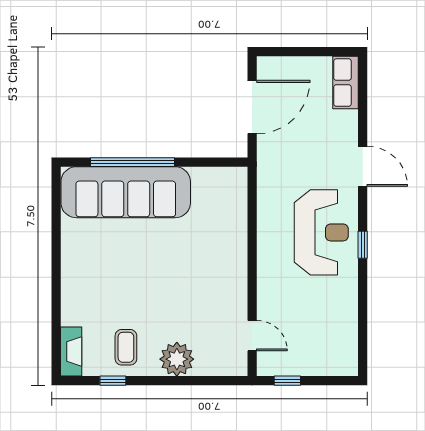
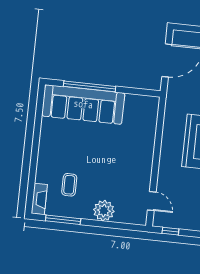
coffee table: (126, 347) -> (69, 185), moved
window: (113, 381) -> (63, 220), width x2.17

